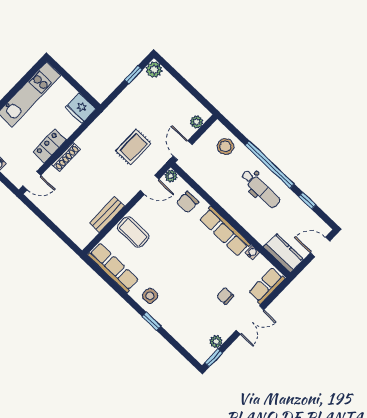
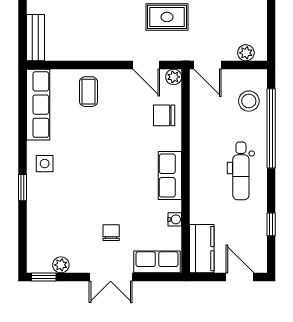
door: (183, 150) -> (208, 65), swing flipped
window: (270, 165) -> (271, 128), moved
bench: (107, 214) -> (35, 38), moved, turned 90
row of seats: (225, 231) -> (170, 176), width x0.68
coffee table: (133, 232) -> (89, 92), width x0.73, depth x0.77

